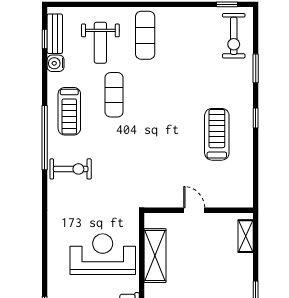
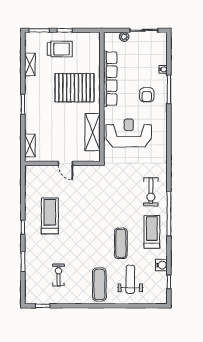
bench: (55, 34) -> (162, 286), removed
exercise bike: (234, 36) -> (59, 275), moved, width x0.73, depth x0.72
treadmill: (217, 134) -> (50, 216), turned 180
exercise bike: (71, 169) -> (151, 192), turned -90
reception desk: (103, 254) -> (129, 133), turned 180

